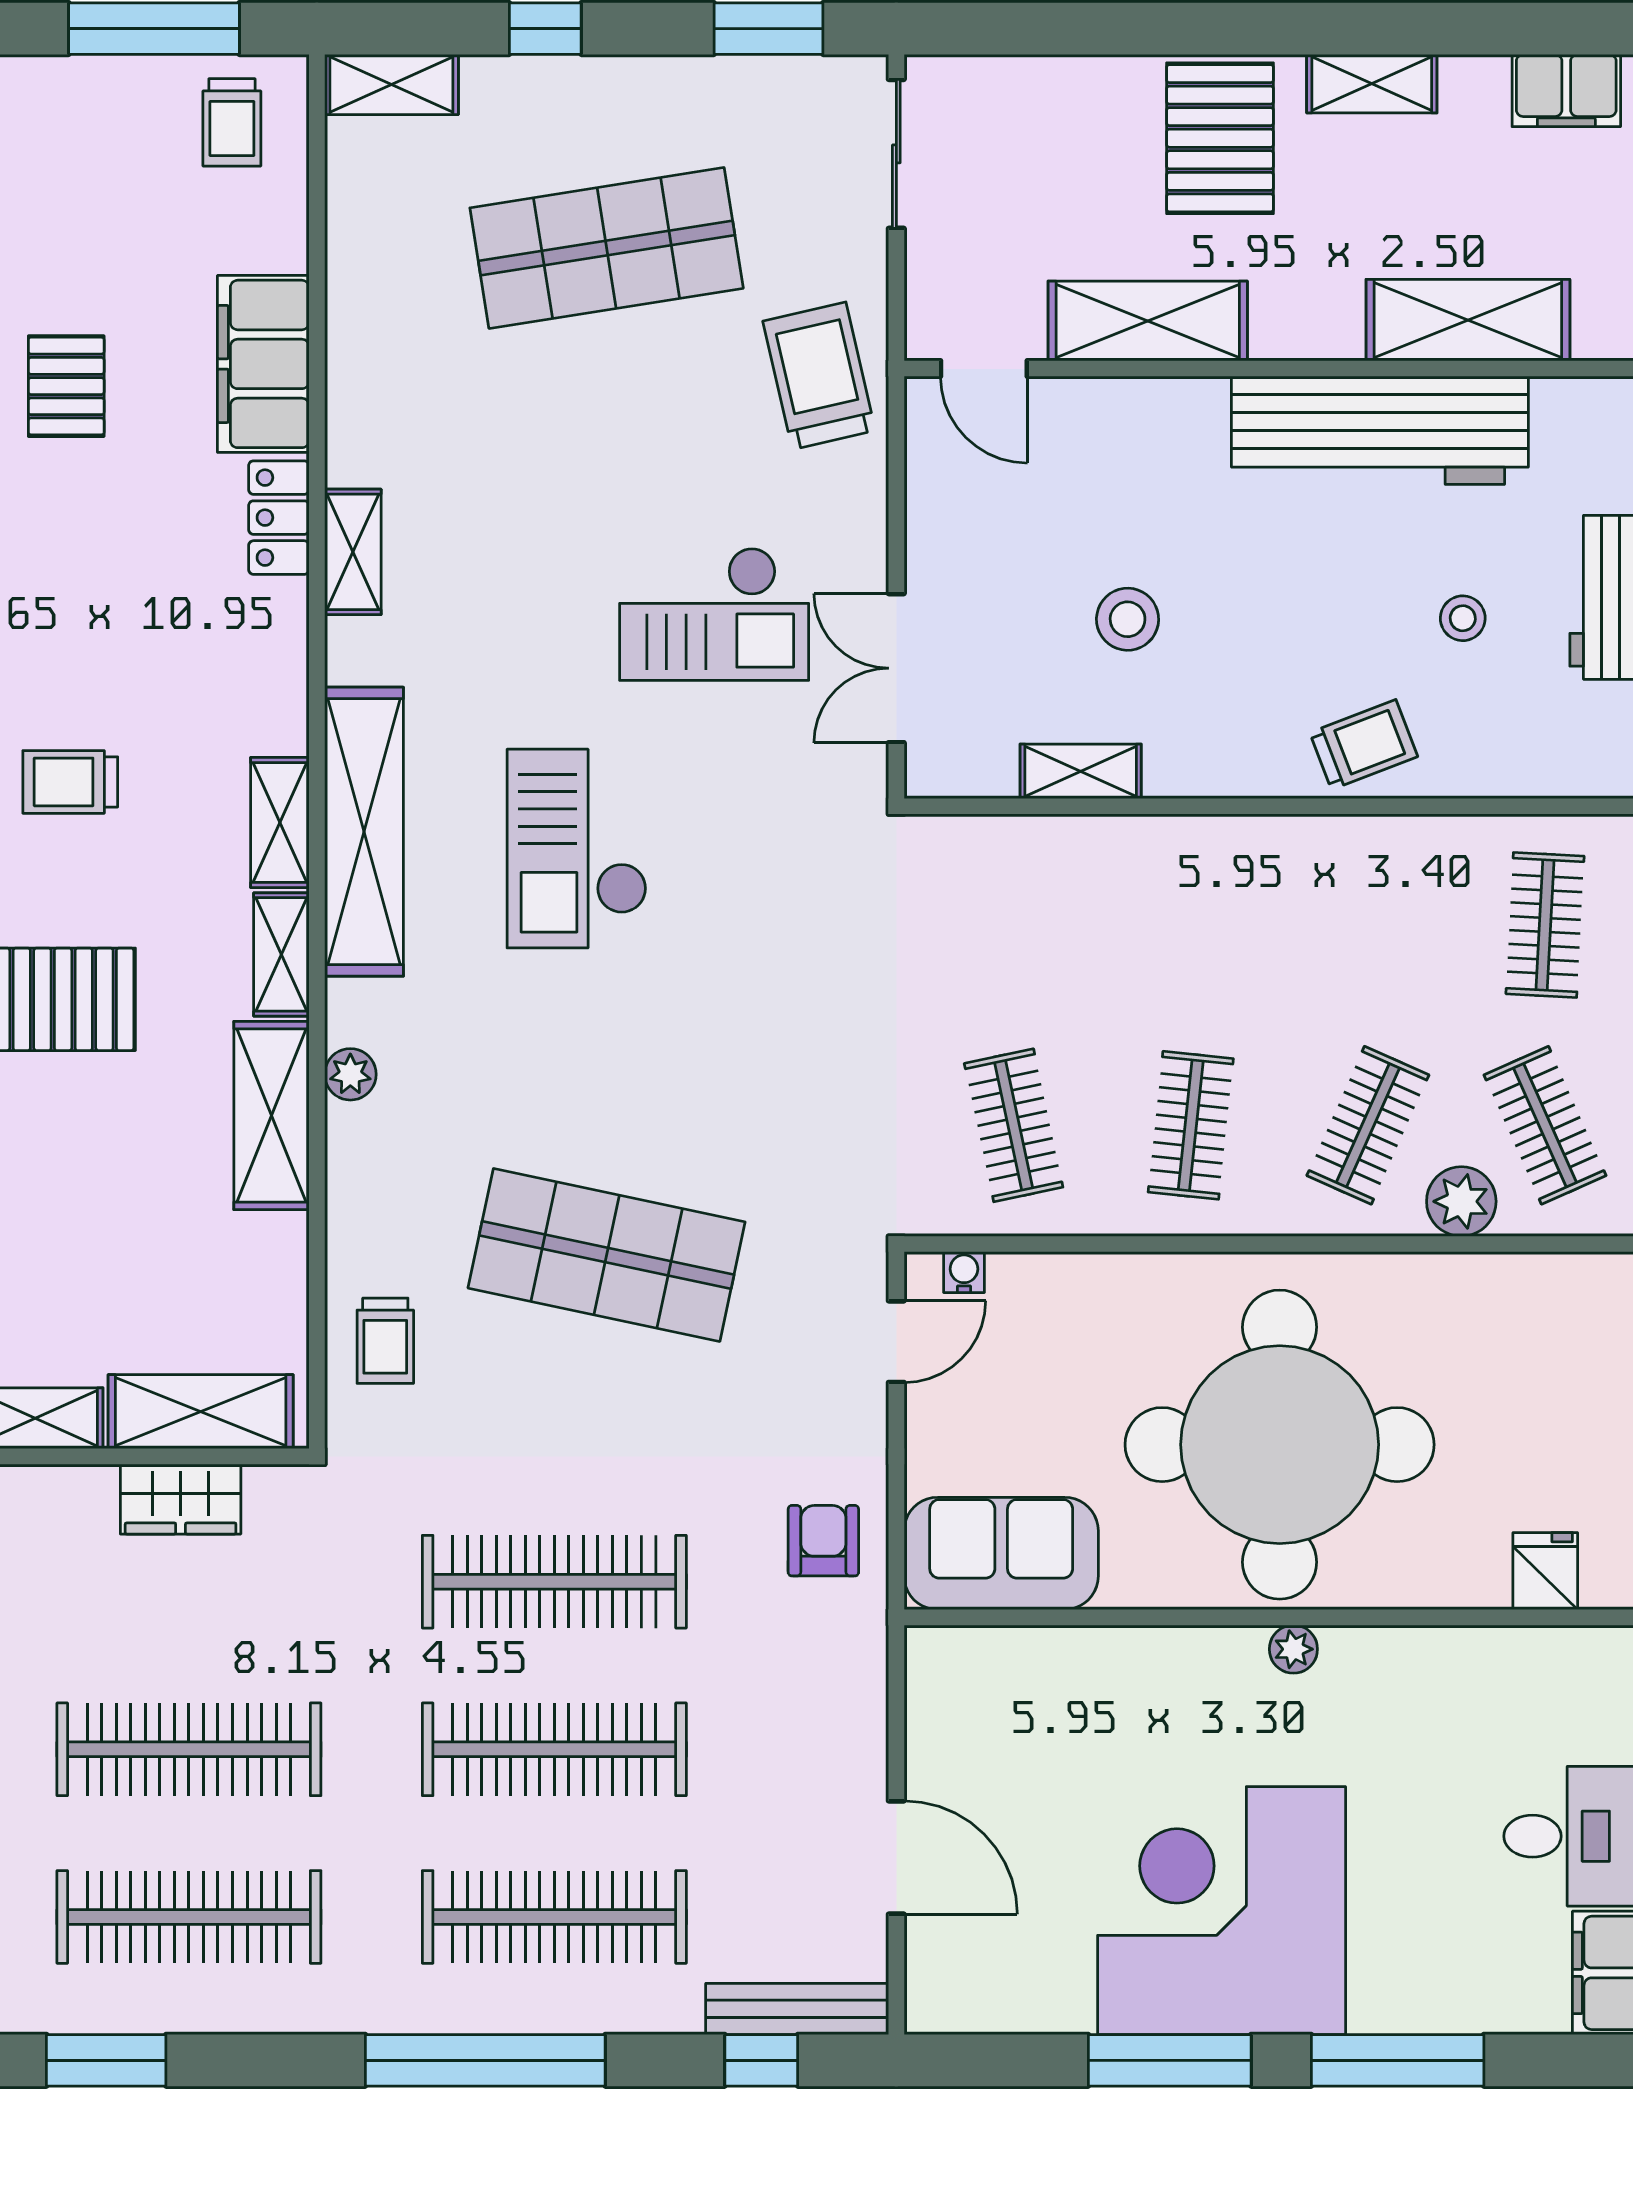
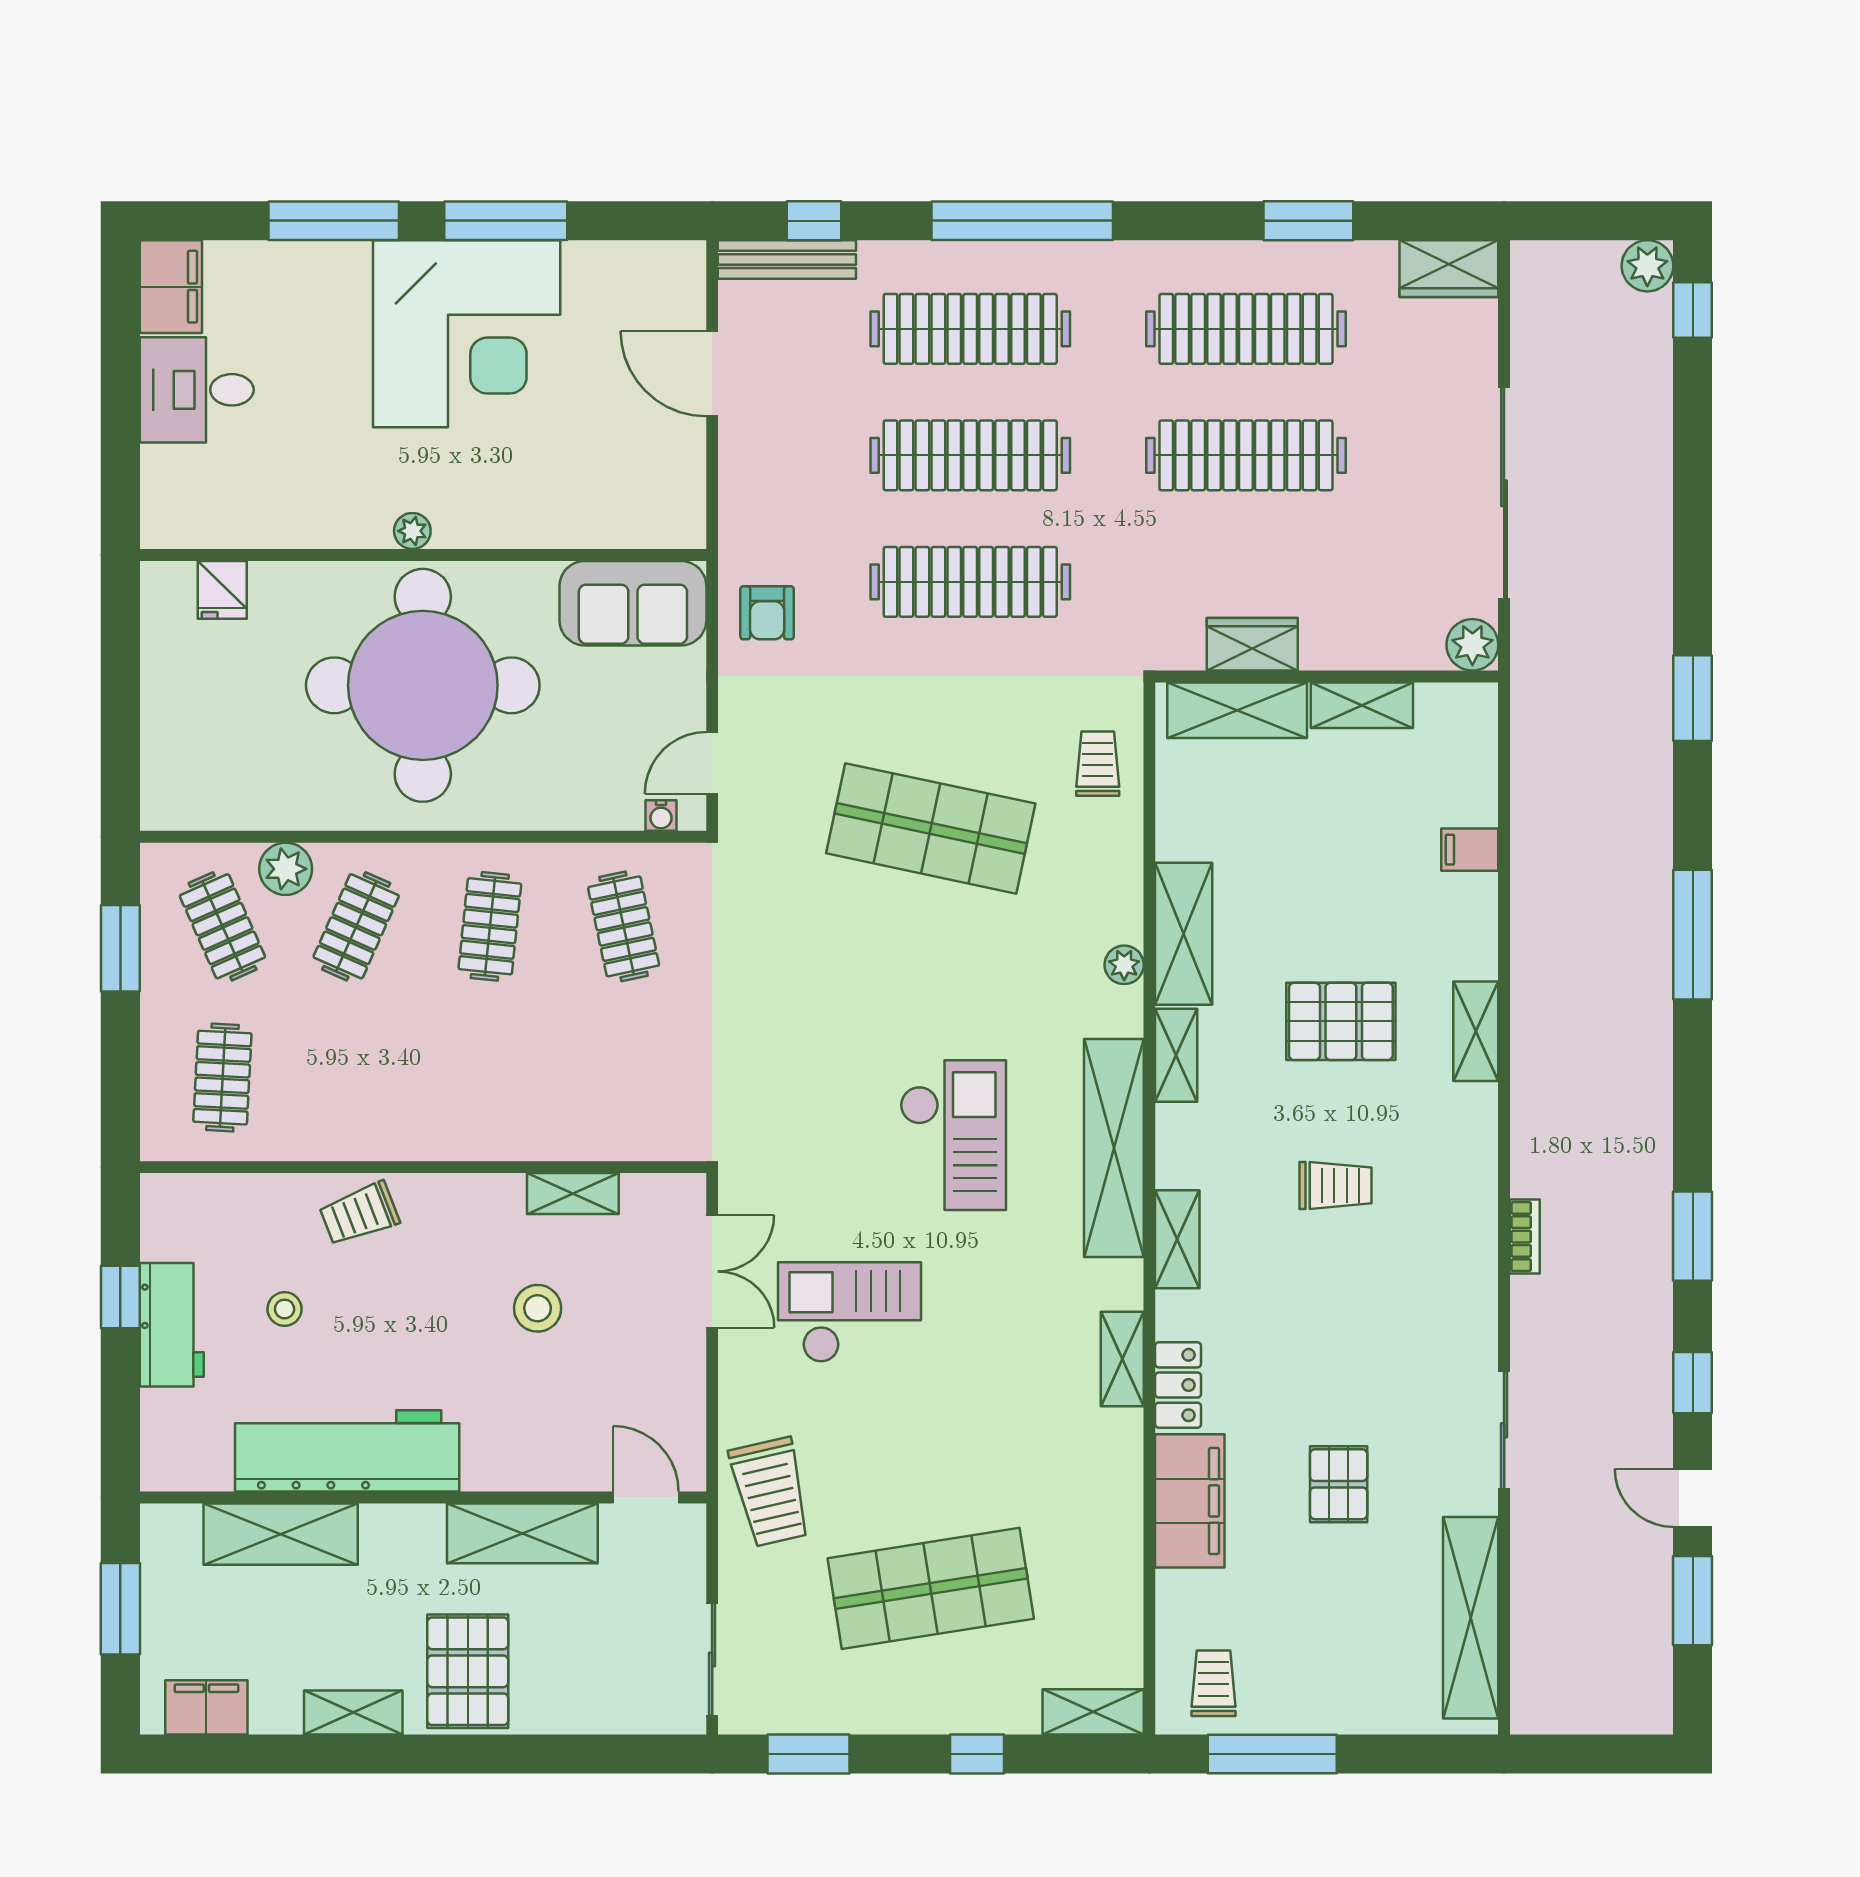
shelving: (280, 823) -> (1177, 1239), moved

